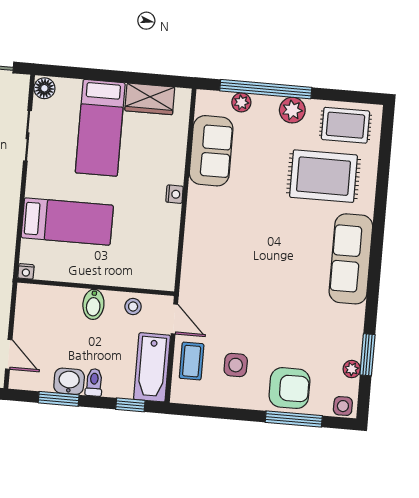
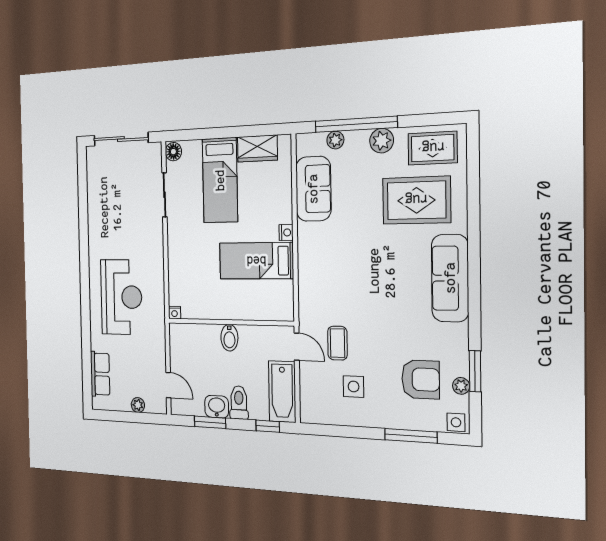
bed: (67, 221) -> (256, 261), moved, turned 180
stool: (133, 307) -> (261, 337), removed
coffee table: (192, 361) -> (337, 343), moved
toilet: (94, 382) -> (239, 402), width x1.37, depth x1.39
armchair: (289, 388) -> (421, 379), moved

